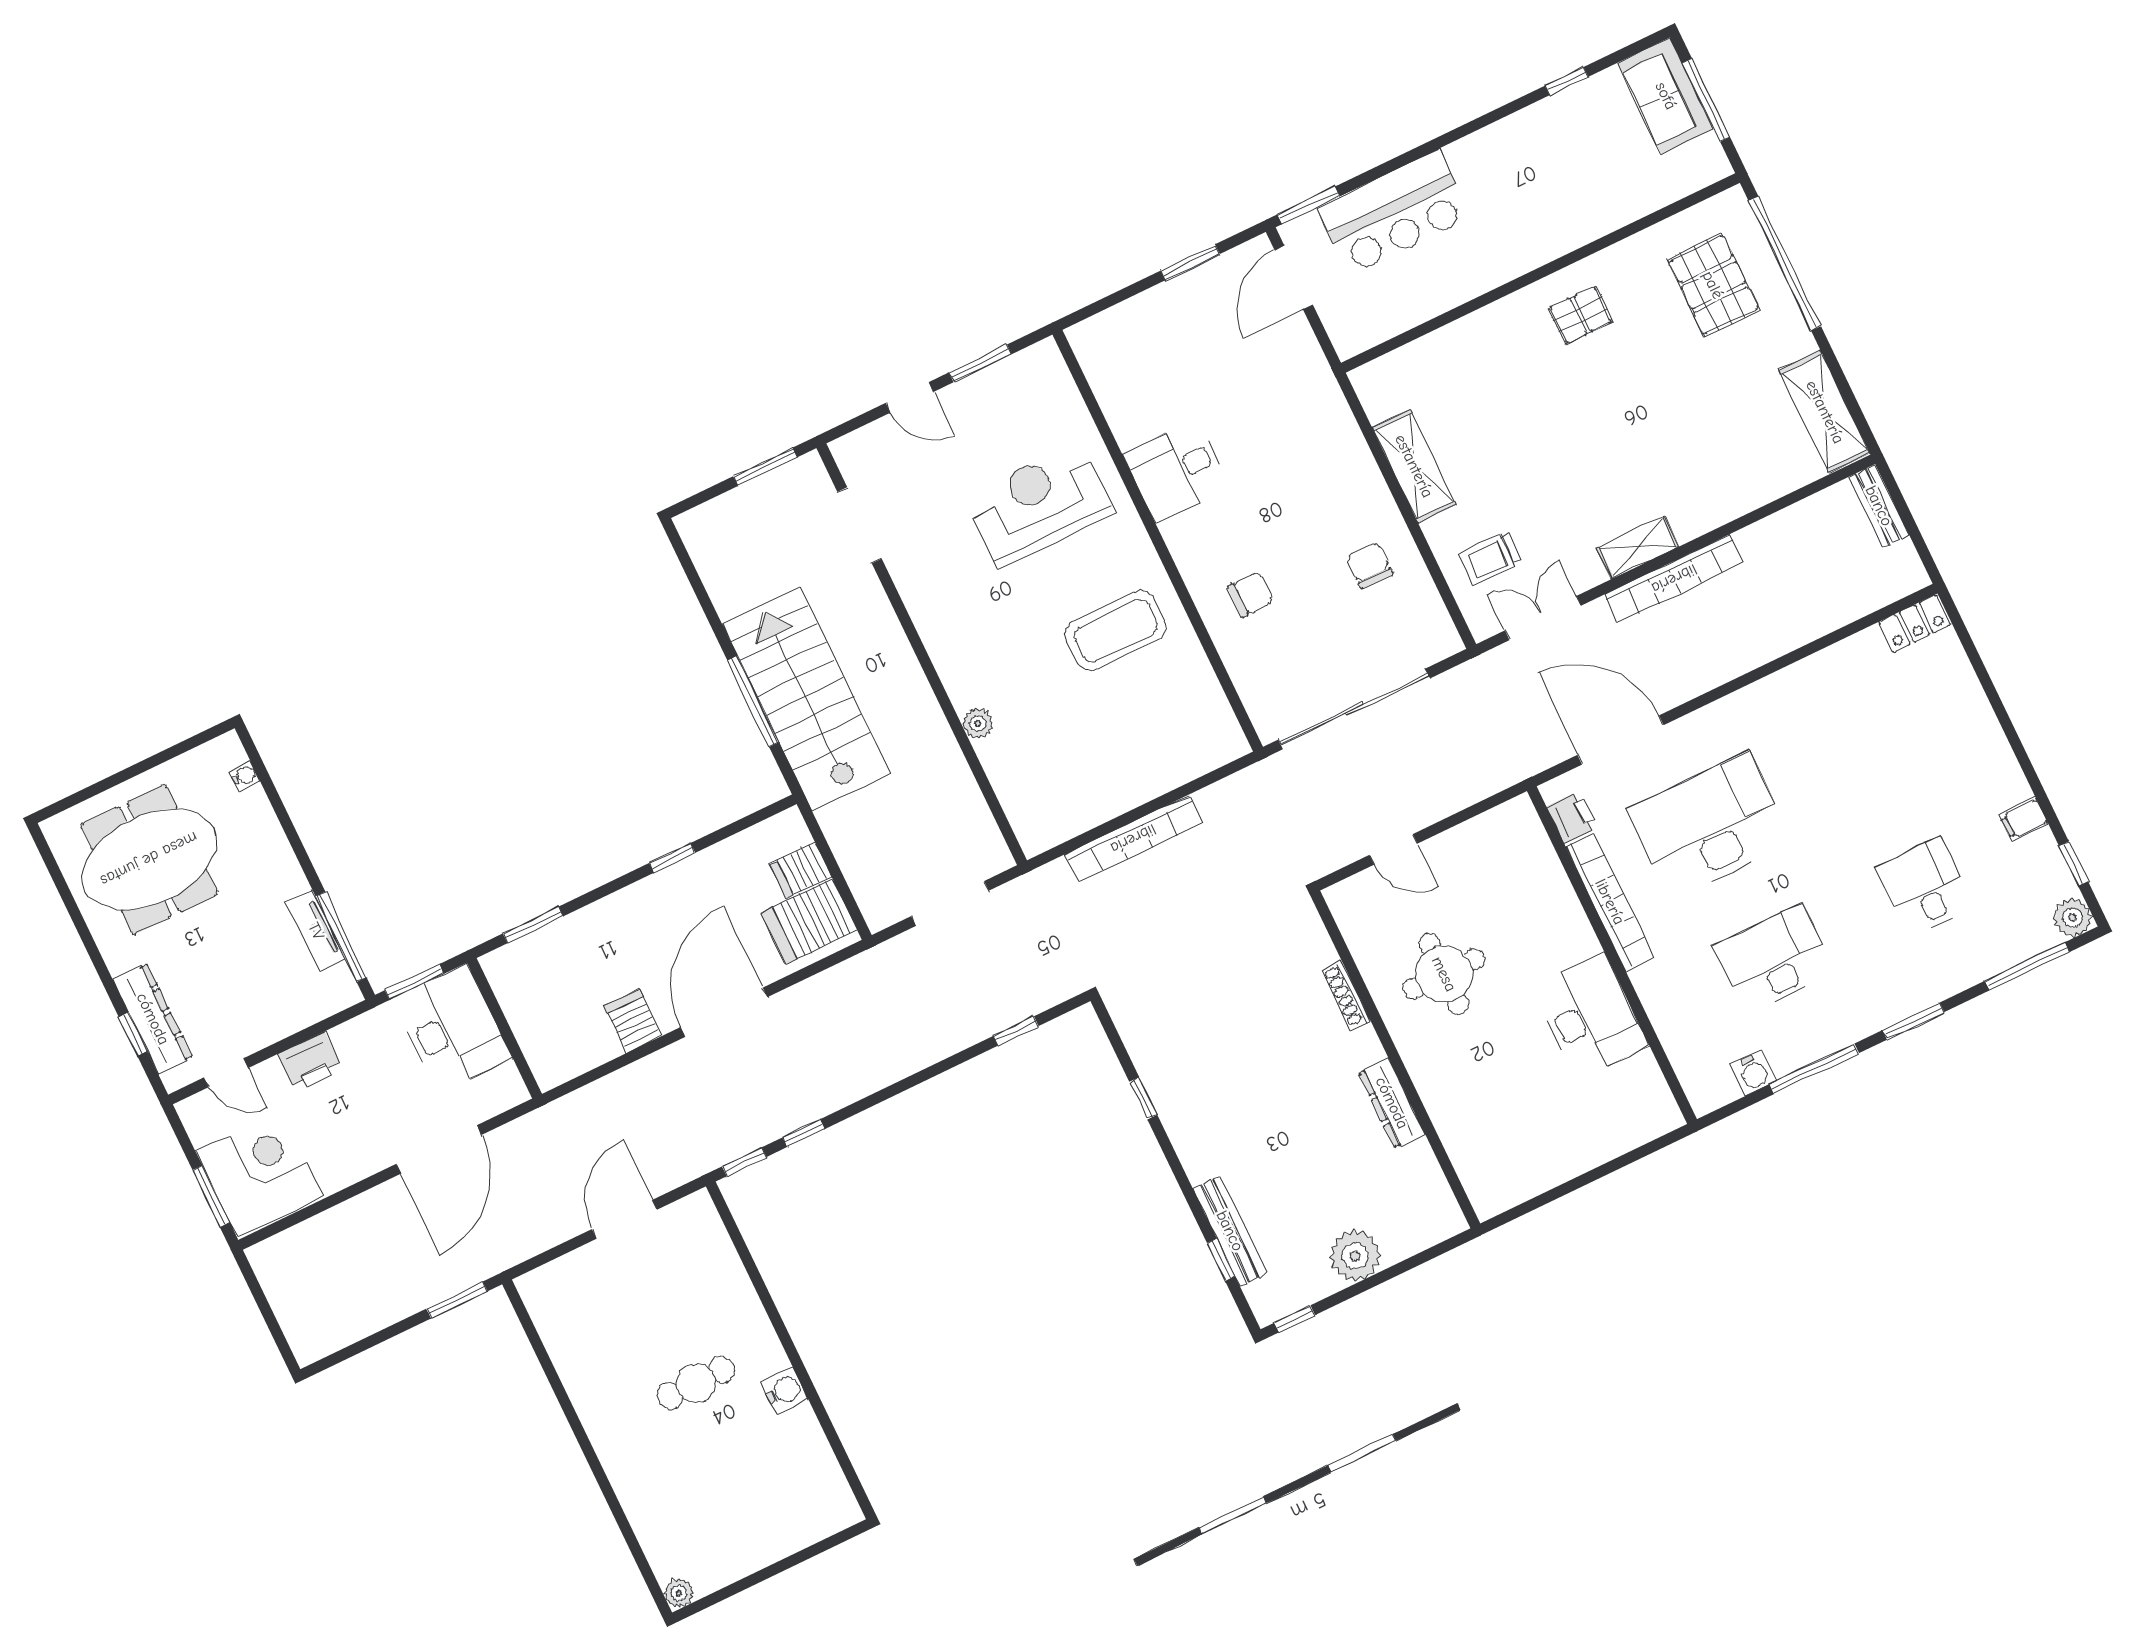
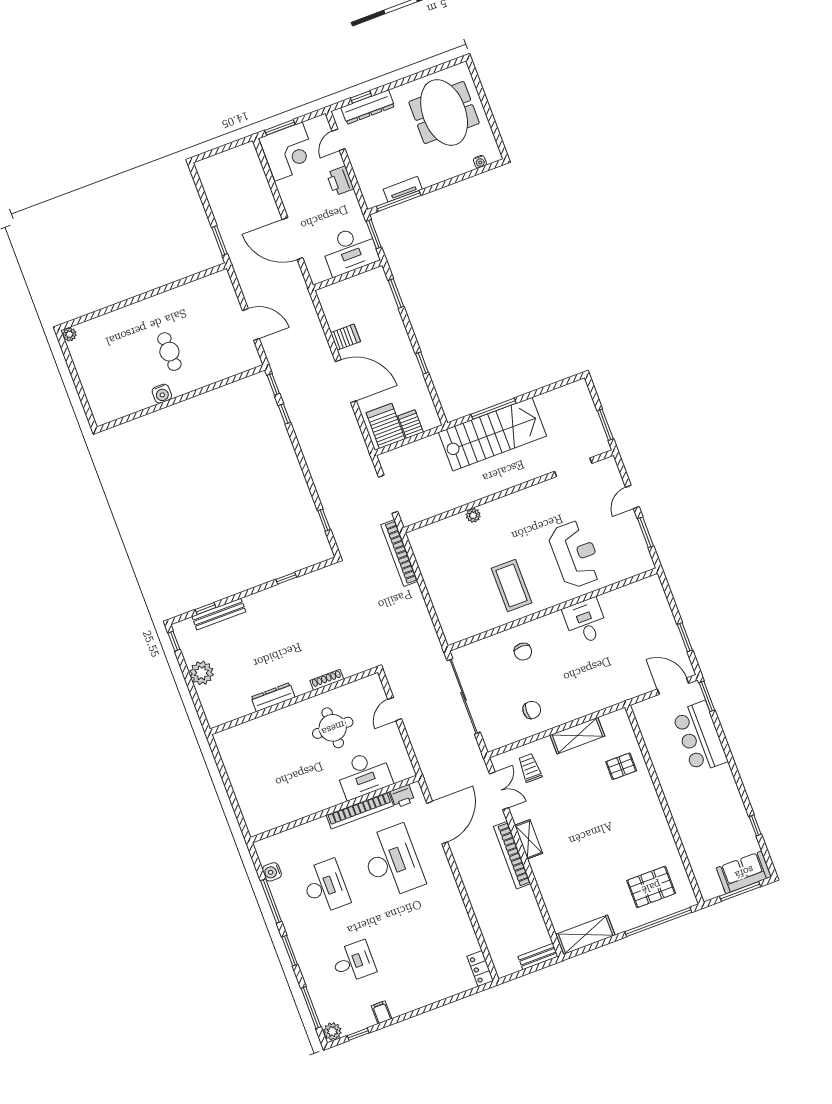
pallet: (1581, 315) -> (621, 766), moved, turned 90
bookcase: (1133, 839) -> (399, 553), moved
desk: (1590, 1017) -> (364, 774), moved

